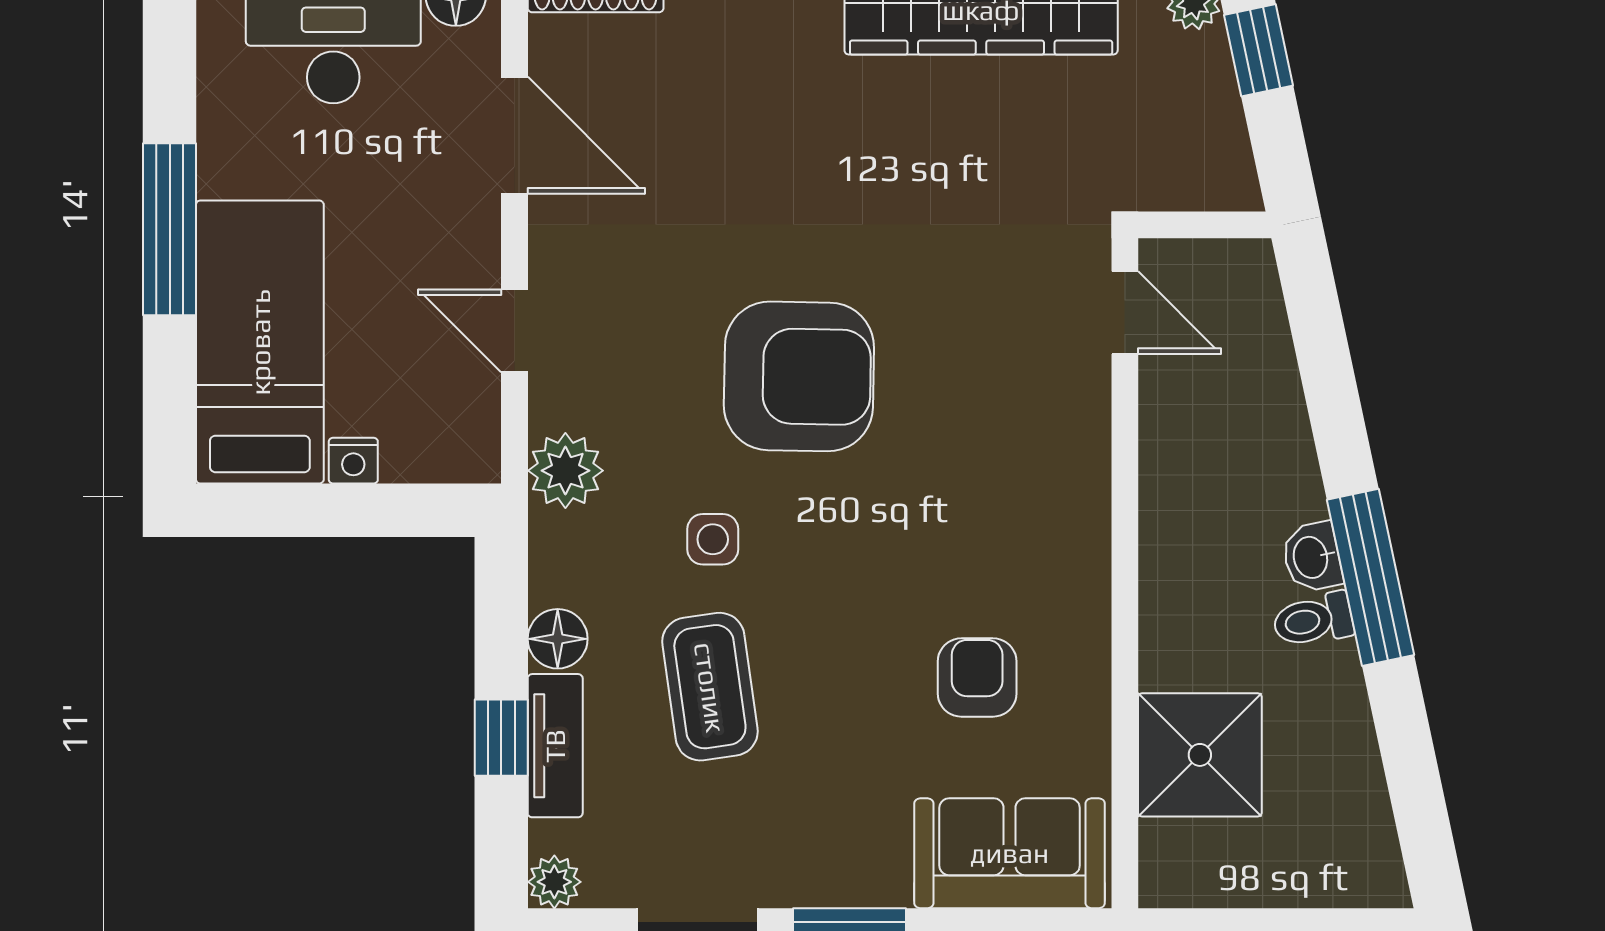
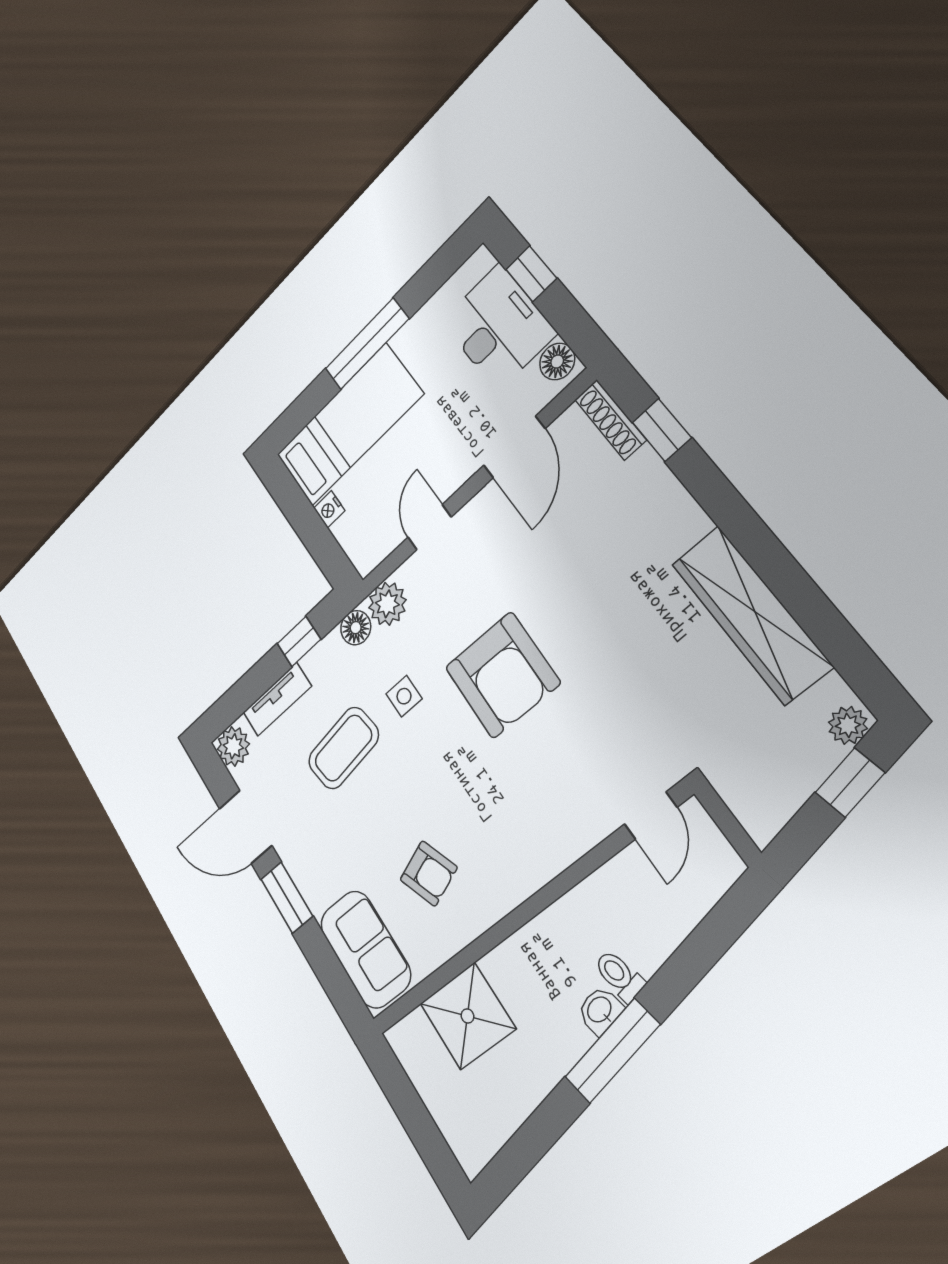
toilet: (1313, 620) -> (619, 976), moved
floor lamp: (558, 639) -> (356, 628), moved
armchair: (977, 677) -> (429, 873), turned 69
window: (501, 738) -> (299, 641), moved
plant: (554, 882) -> (233, 746), width x1.38, depth x1.38

